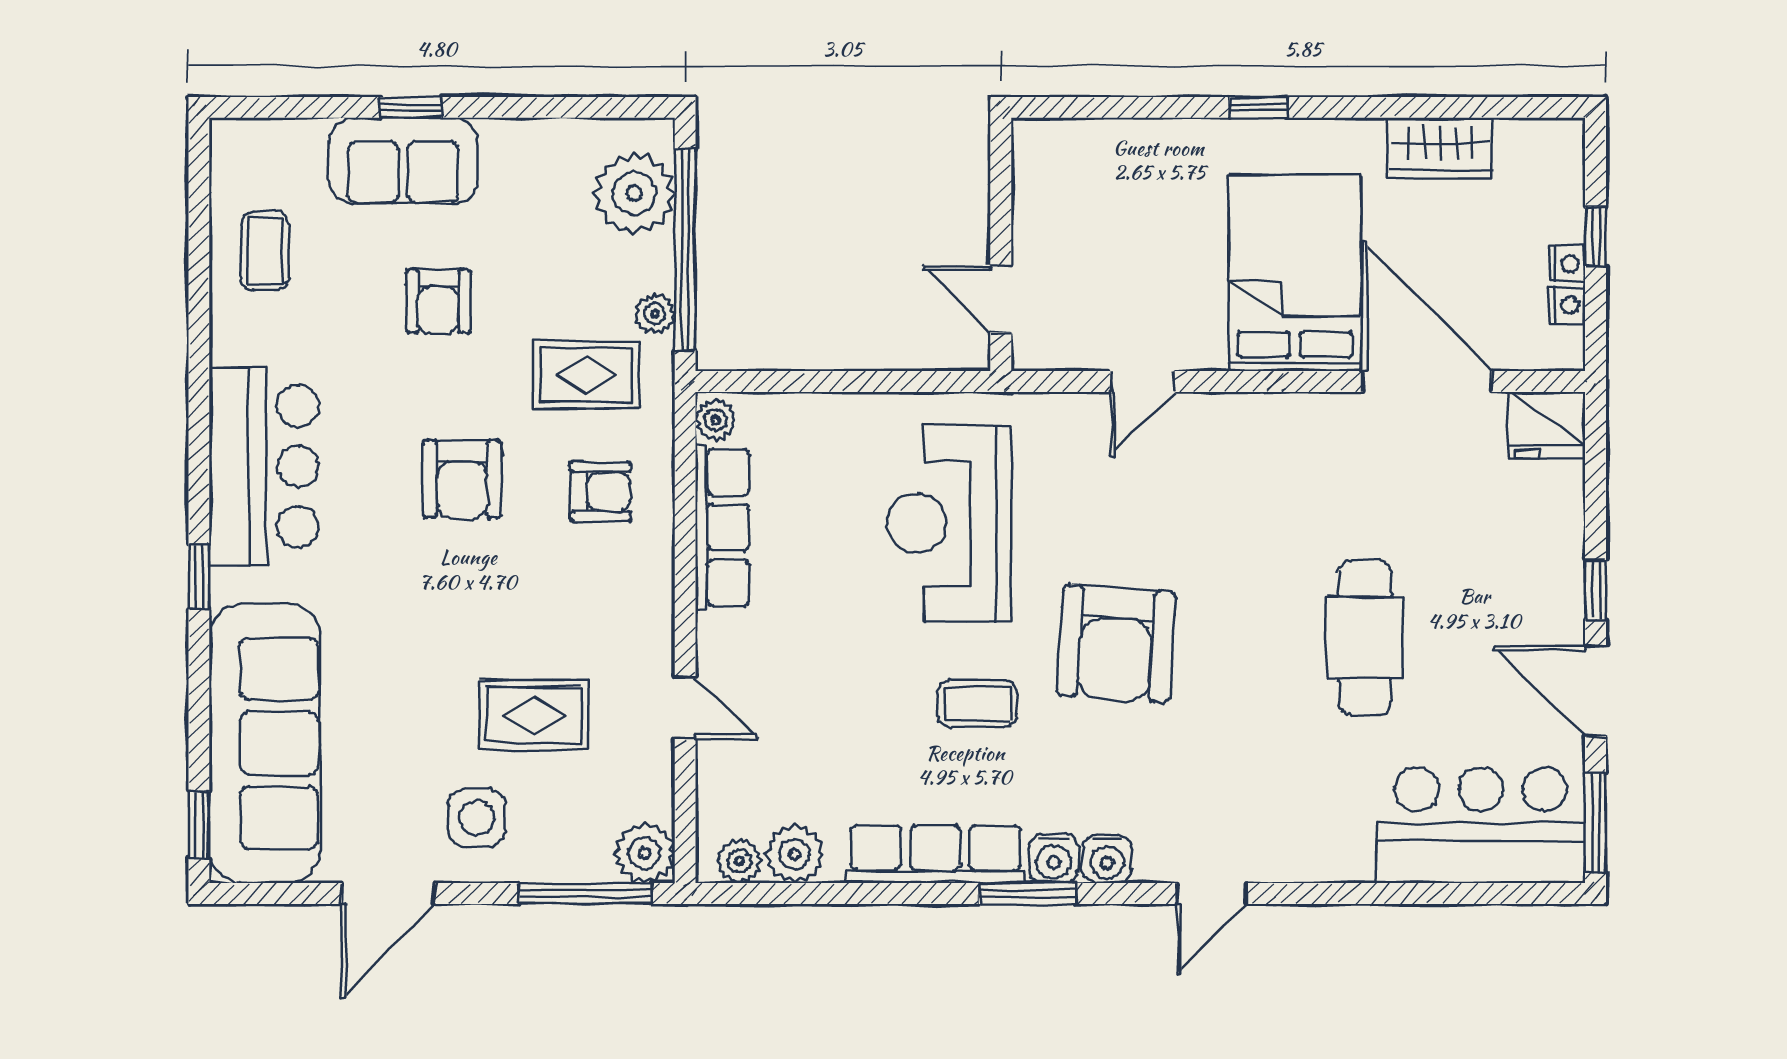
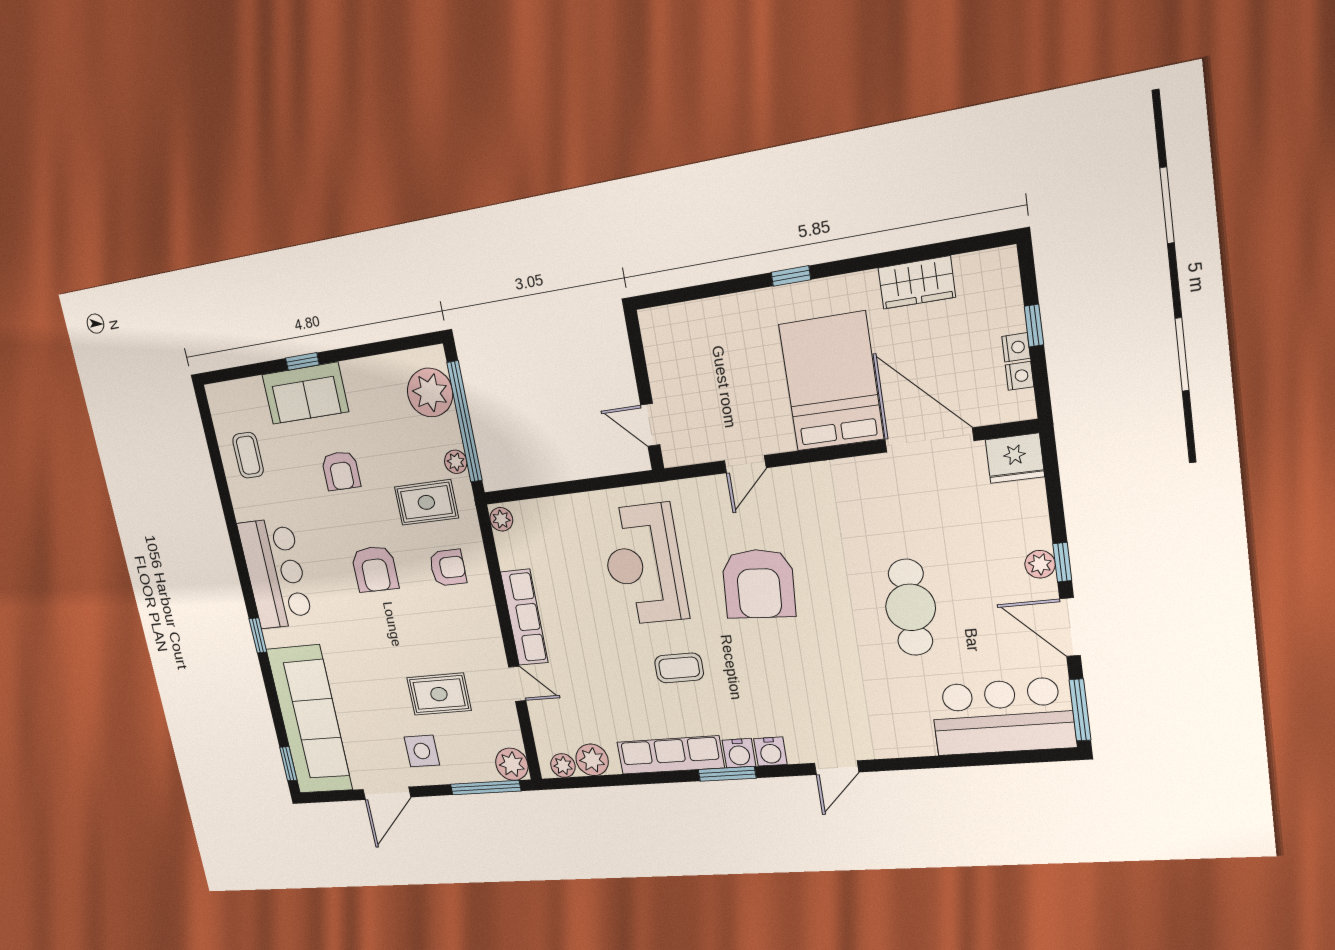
row of seats: (722, 527) -> (524, 617), moved
plant: (1564, 589) -> (1040, 564), added
armchair: (1116, 644) -> (759, 584), moved

